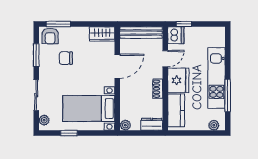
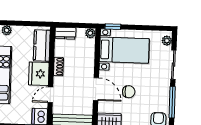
window: (36, 55) -> (172, 102), width x1.44
chair: (66, 58) -> (129, 92), moved
door: (117, 66) -> (96, 89), swing flipped
window: (69, 133) -> (113, 27), moved

